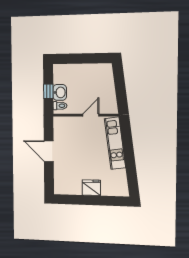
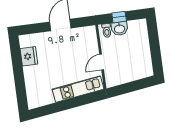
door: (91, 115) -> (102, 62), swing flipped
fridge: (91, 188) -> (29, 56), moved

